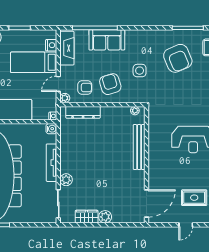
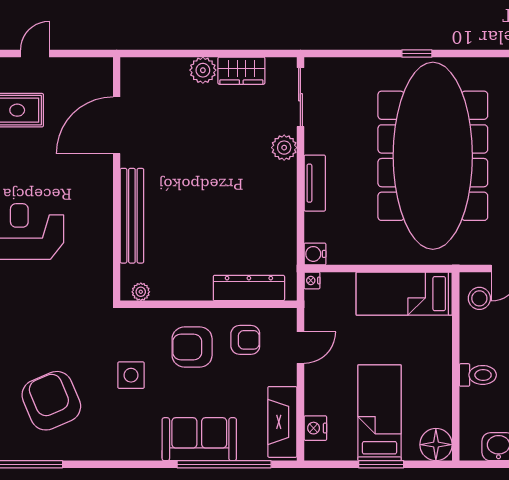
bed: (34, 62) -> (379, 413), moved, turned -90
armchair: (110, 84) -> (192, 347), turned 107
armchair: (85, 87) -> (245, 340), turned 180
plant: (65, 98) -> (287, 318), removed
tv unit: (51, 163) -> (315, 183), width x0.71
door: (146, 203) -> (117, 125), moved

